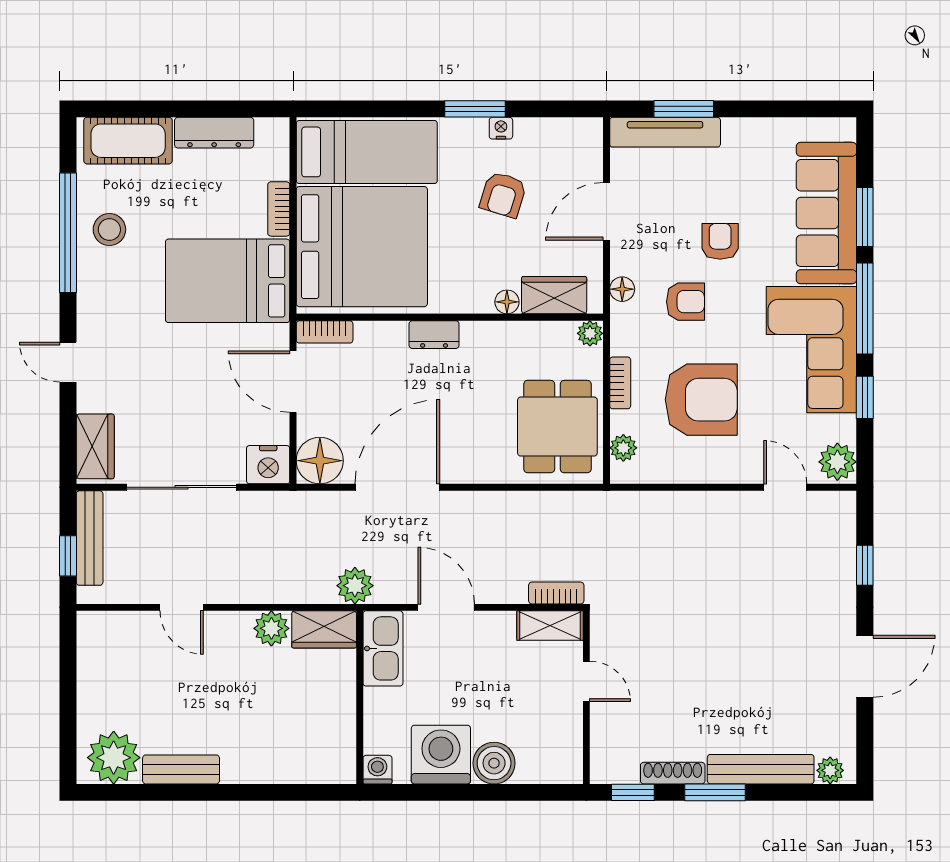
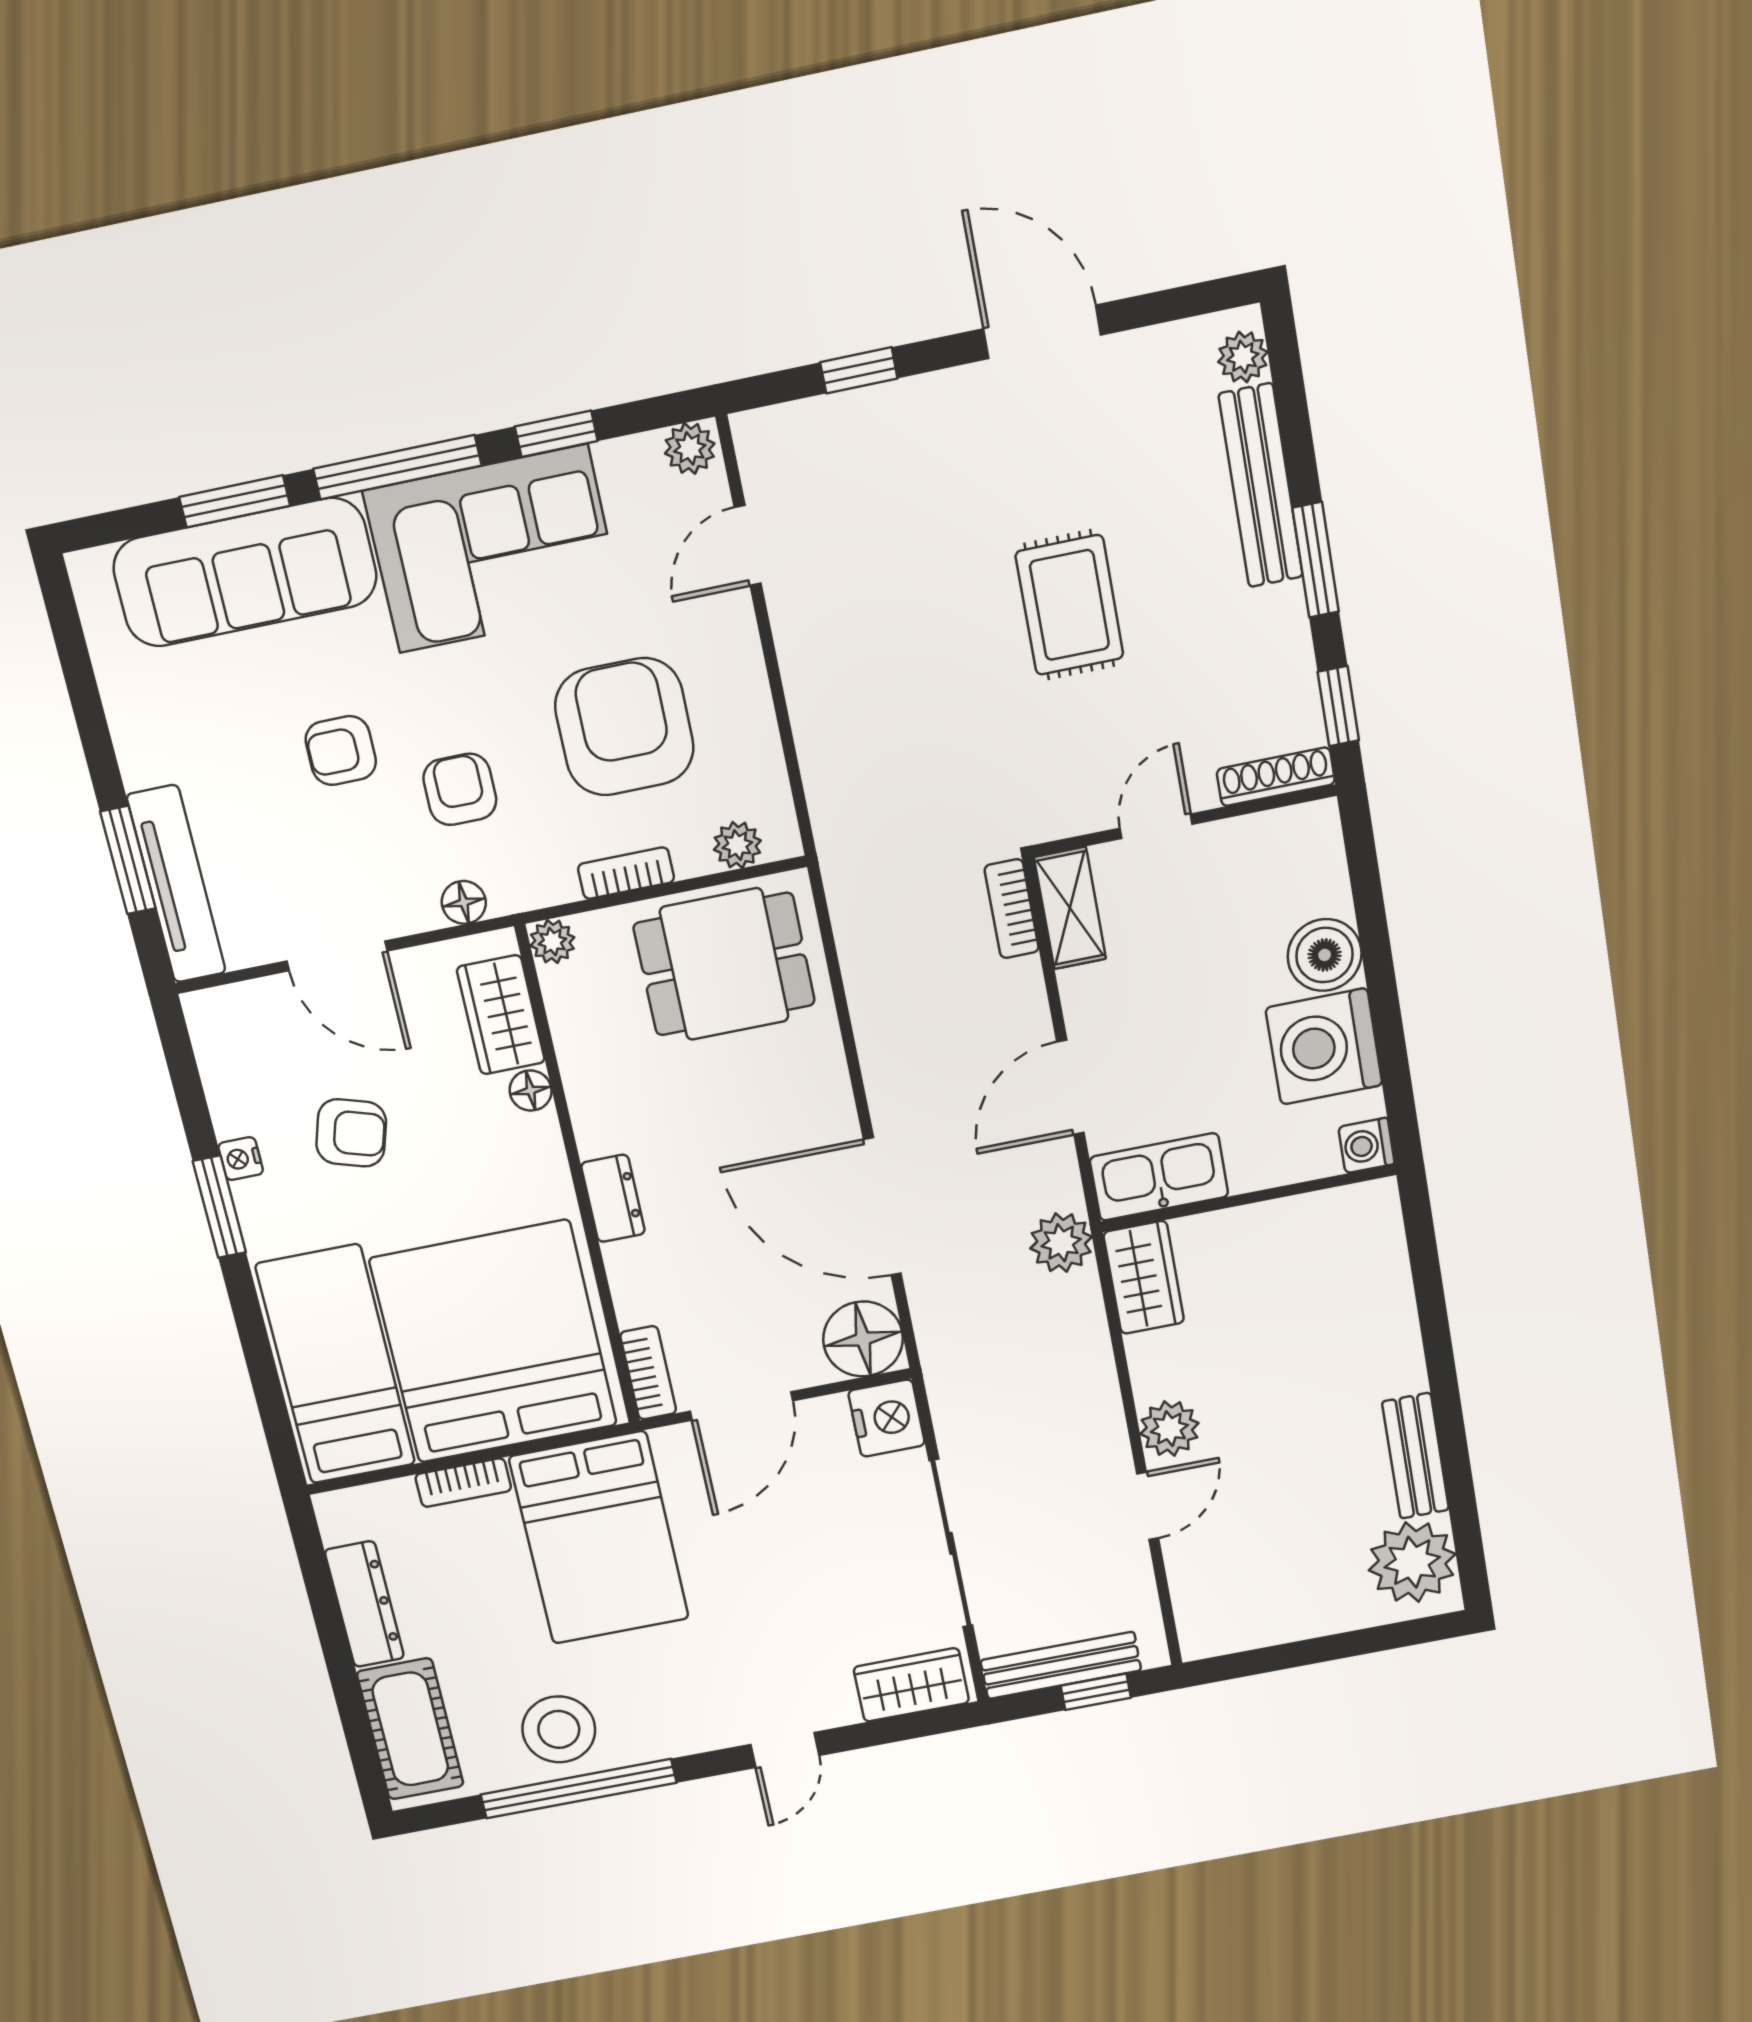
stool: (109, 230) -> (559, 1729), width x1.38, depth x1.38
plant: (837, 462) -> (690, 448), width x0.73, depth x0.73
plant: (271, 628) -> (1169, 1429), moved
rug: (718, 655) -> (1069, 605), added
shoe rack: (673, 773) -> (1276, 777), moved, turned 90

